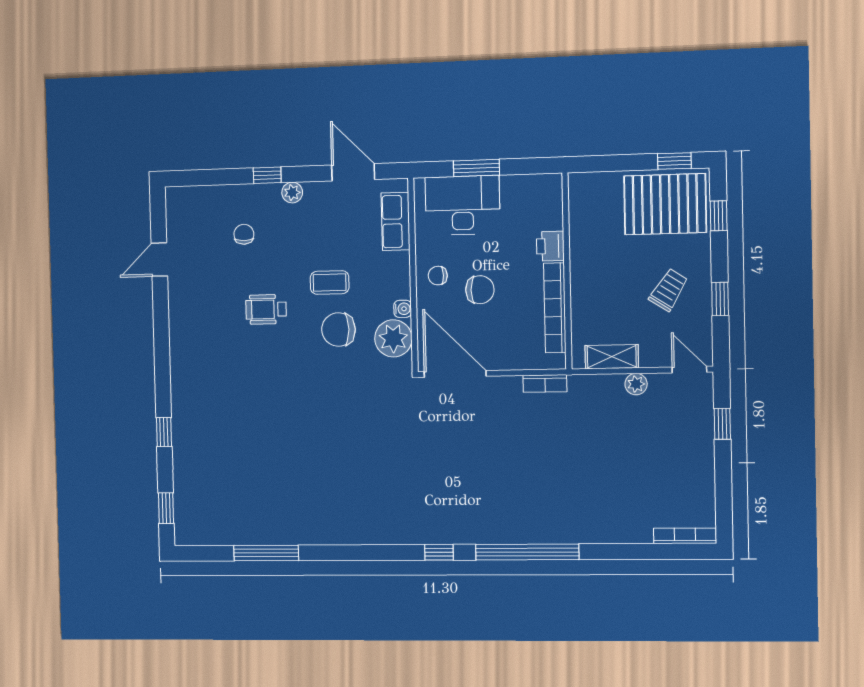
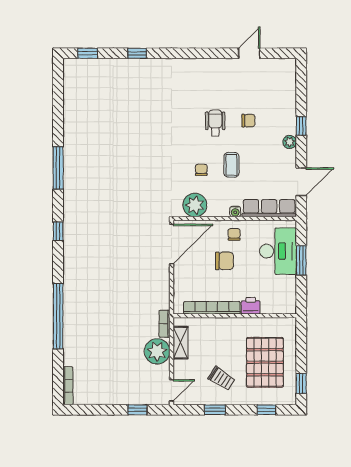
pallet: (665, 204) -> (265, 362), moved
row of seats: (396, 221) -> (269, 208), width x1.48
chair: (244, 234) -> (248, 121), moved
door: (159, 260) -> (249, 53), hinge flipped
chair: (480, 290) -> (224, 261), turned -90
water cooler: (403, 309) -> (235, 211), moved
chair: (338, 330) -> (201, 170), width x0.54, depth x0.54
bookcase: (545, 383) -> (164, 324), moved
plant: (636, 384) -> (157, 351), width x1.87, depth x1.87
window: (527, 552) -> (58, 316), moved
window: (266, 553) -> (58, 168), moved

